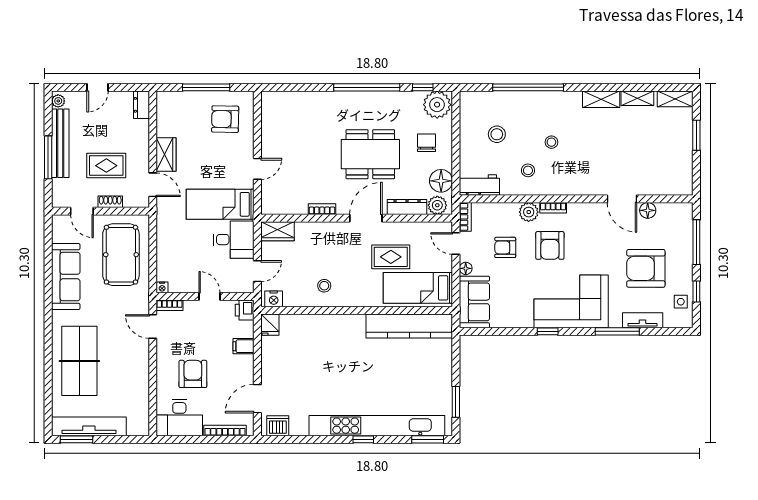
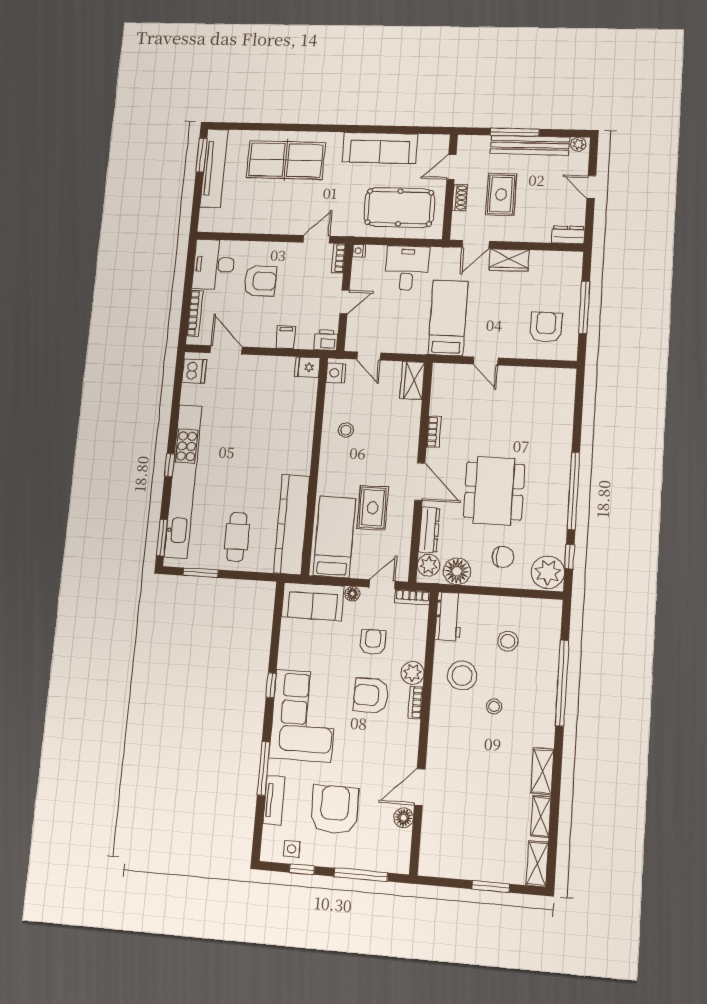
stool: (528, 170) -> (462, 676), width x1.89, depth x1.89
desk: (234, 240) -> (407, 268), moved, turned 180
cafe table: (423, 373) -> (237, 537), added

